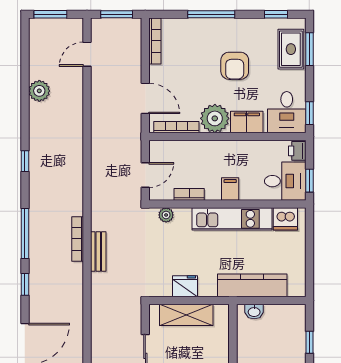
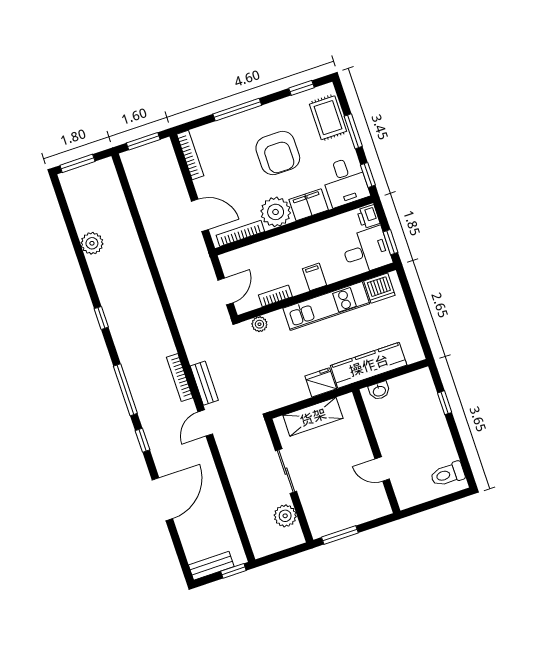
window: (309, 49) -> (353, 131), moved
door: (87, 54) -> (205, 423), moved
armchair: (235, 66) -> (278, 153), width x1.36, depth x1.36
fridge: (185, 286) -> (321, 382), moved

